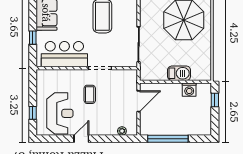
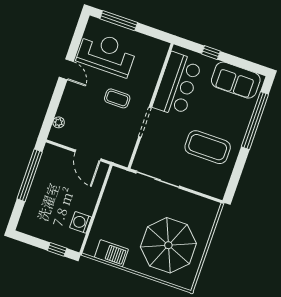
barbecue: (179, 73) -> (111, 253), moved, turned -90
window: (33, 113) -> (119, 21), width x2.17
reception desk: (60, 113) -> (107, 54), turned 180

